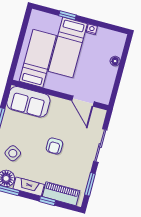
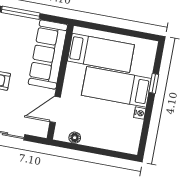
floor lamp: (115, 61) -> (75, 138), moved
sofa: (28, 102) -> (48, 54), width x1.36

